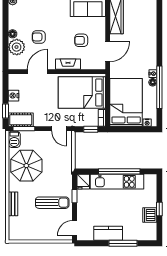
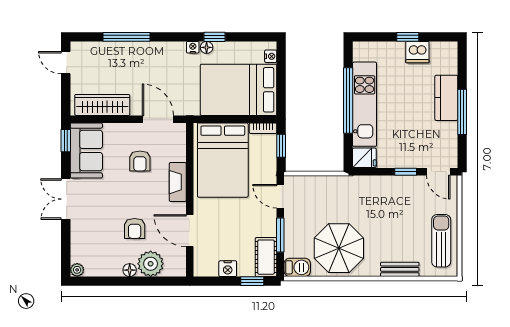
window: (159, 32) -> (127, 37), added
window: (159, 87) -> (214, 37), width x0.32
window: (24, 129) -> (280, 235), moved
door: (59, 129) -> (280, 196), swing flipped
window: (75, 196) -> (406, 172), moved
sun lounger: (52, 203) -> (441, 241), moved
kitchen counter: (108, 233) -> (446, 98), moved
window: (123, 243) -> (462, 112), moved

